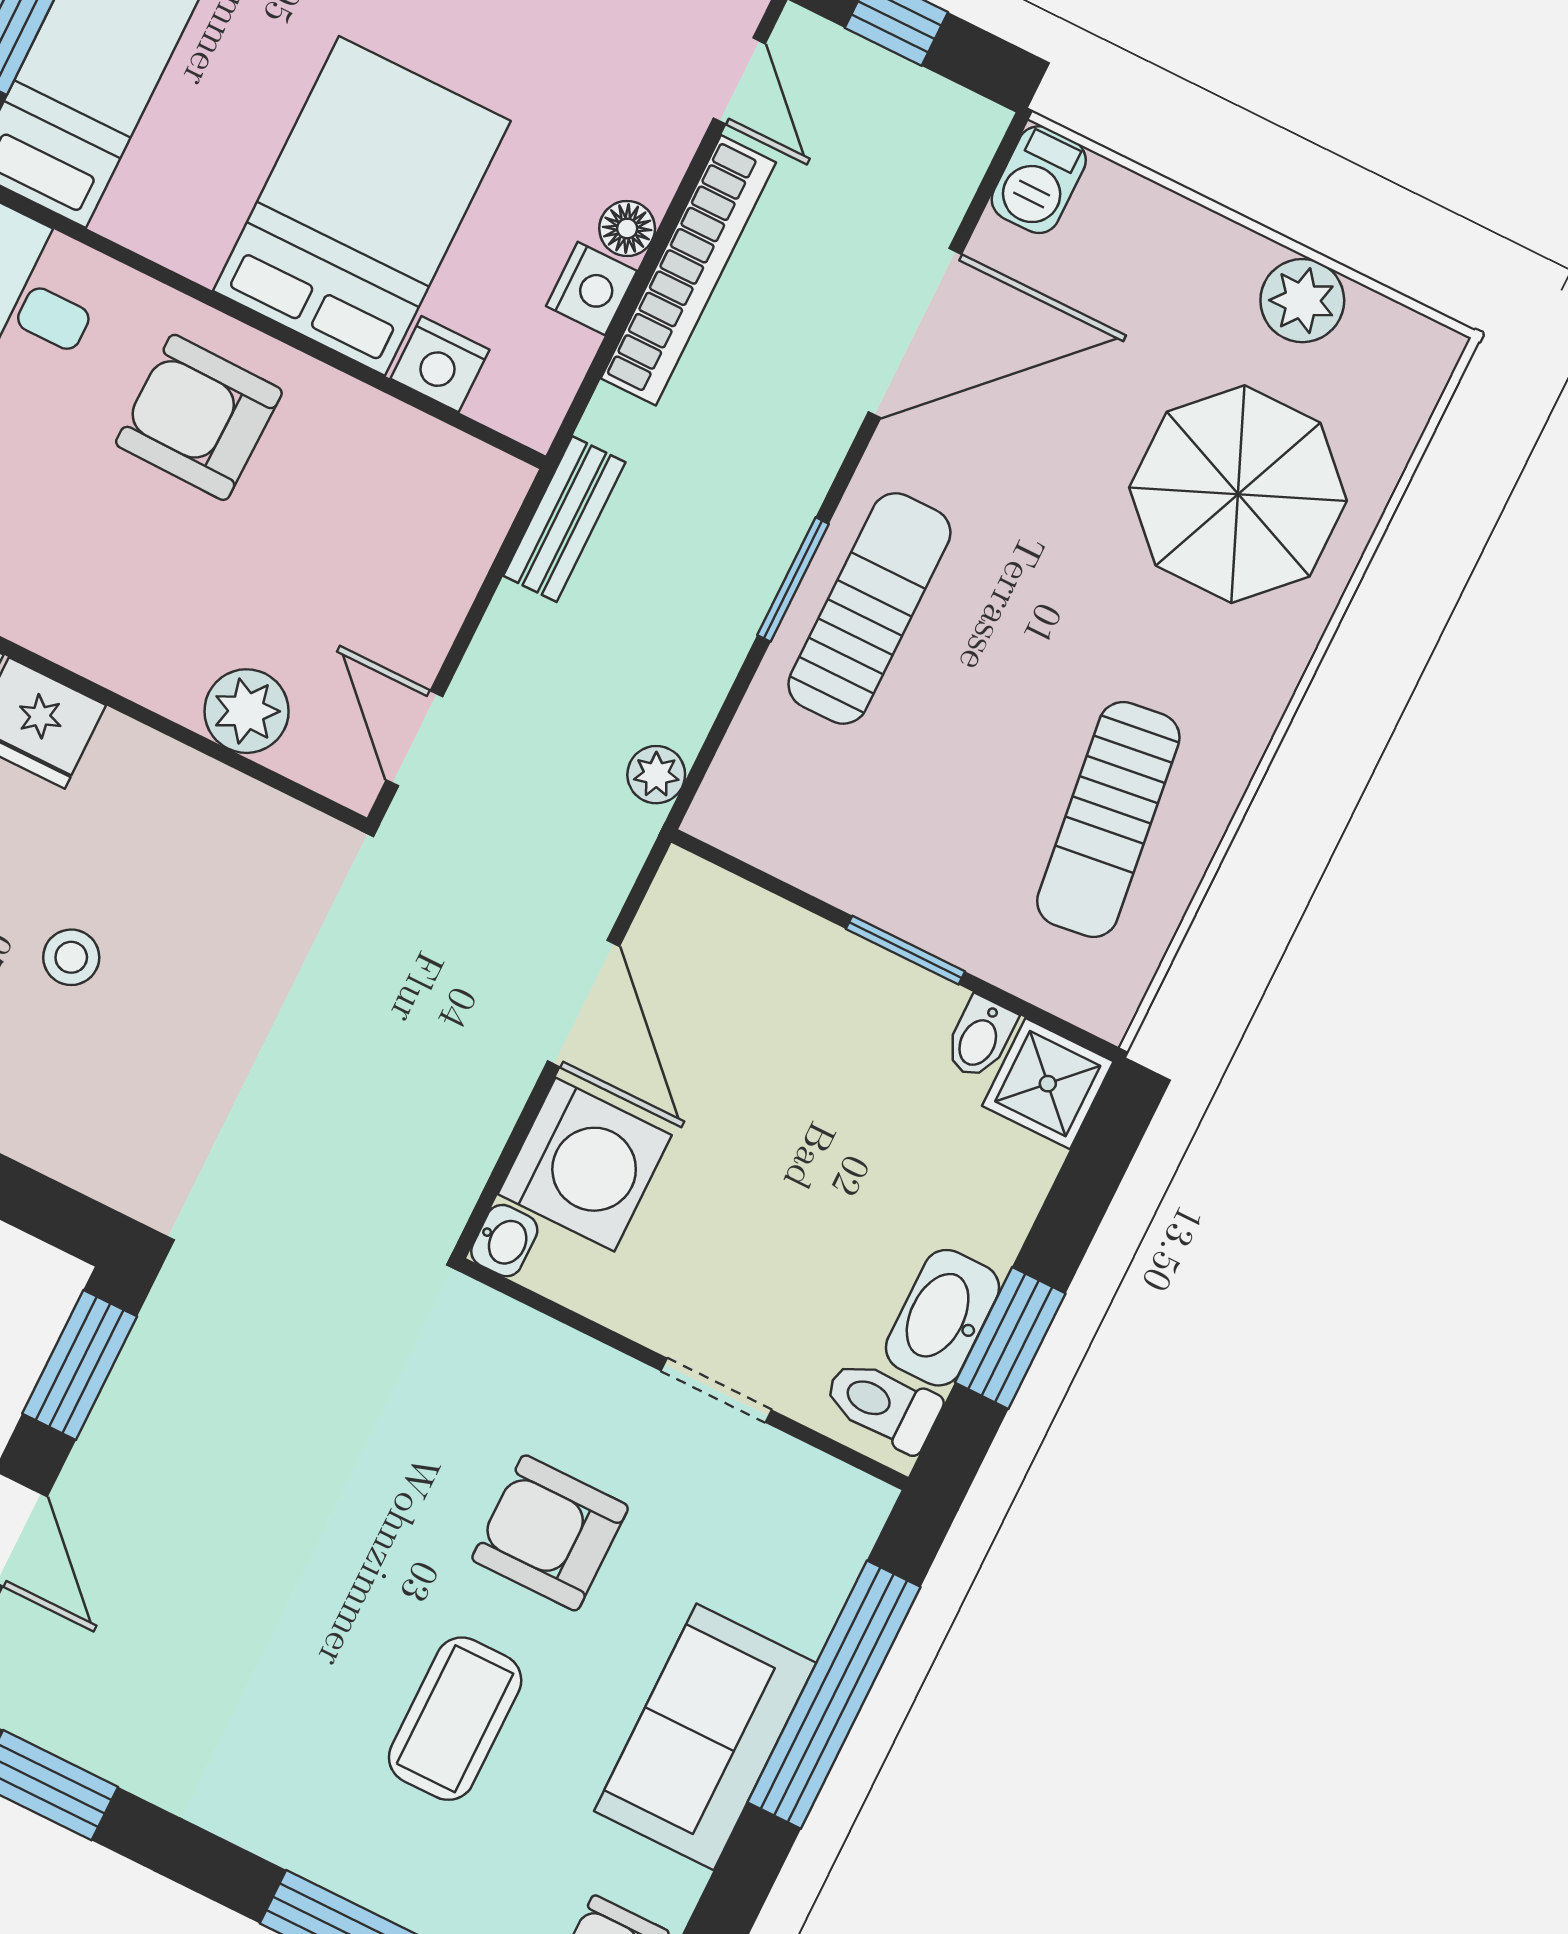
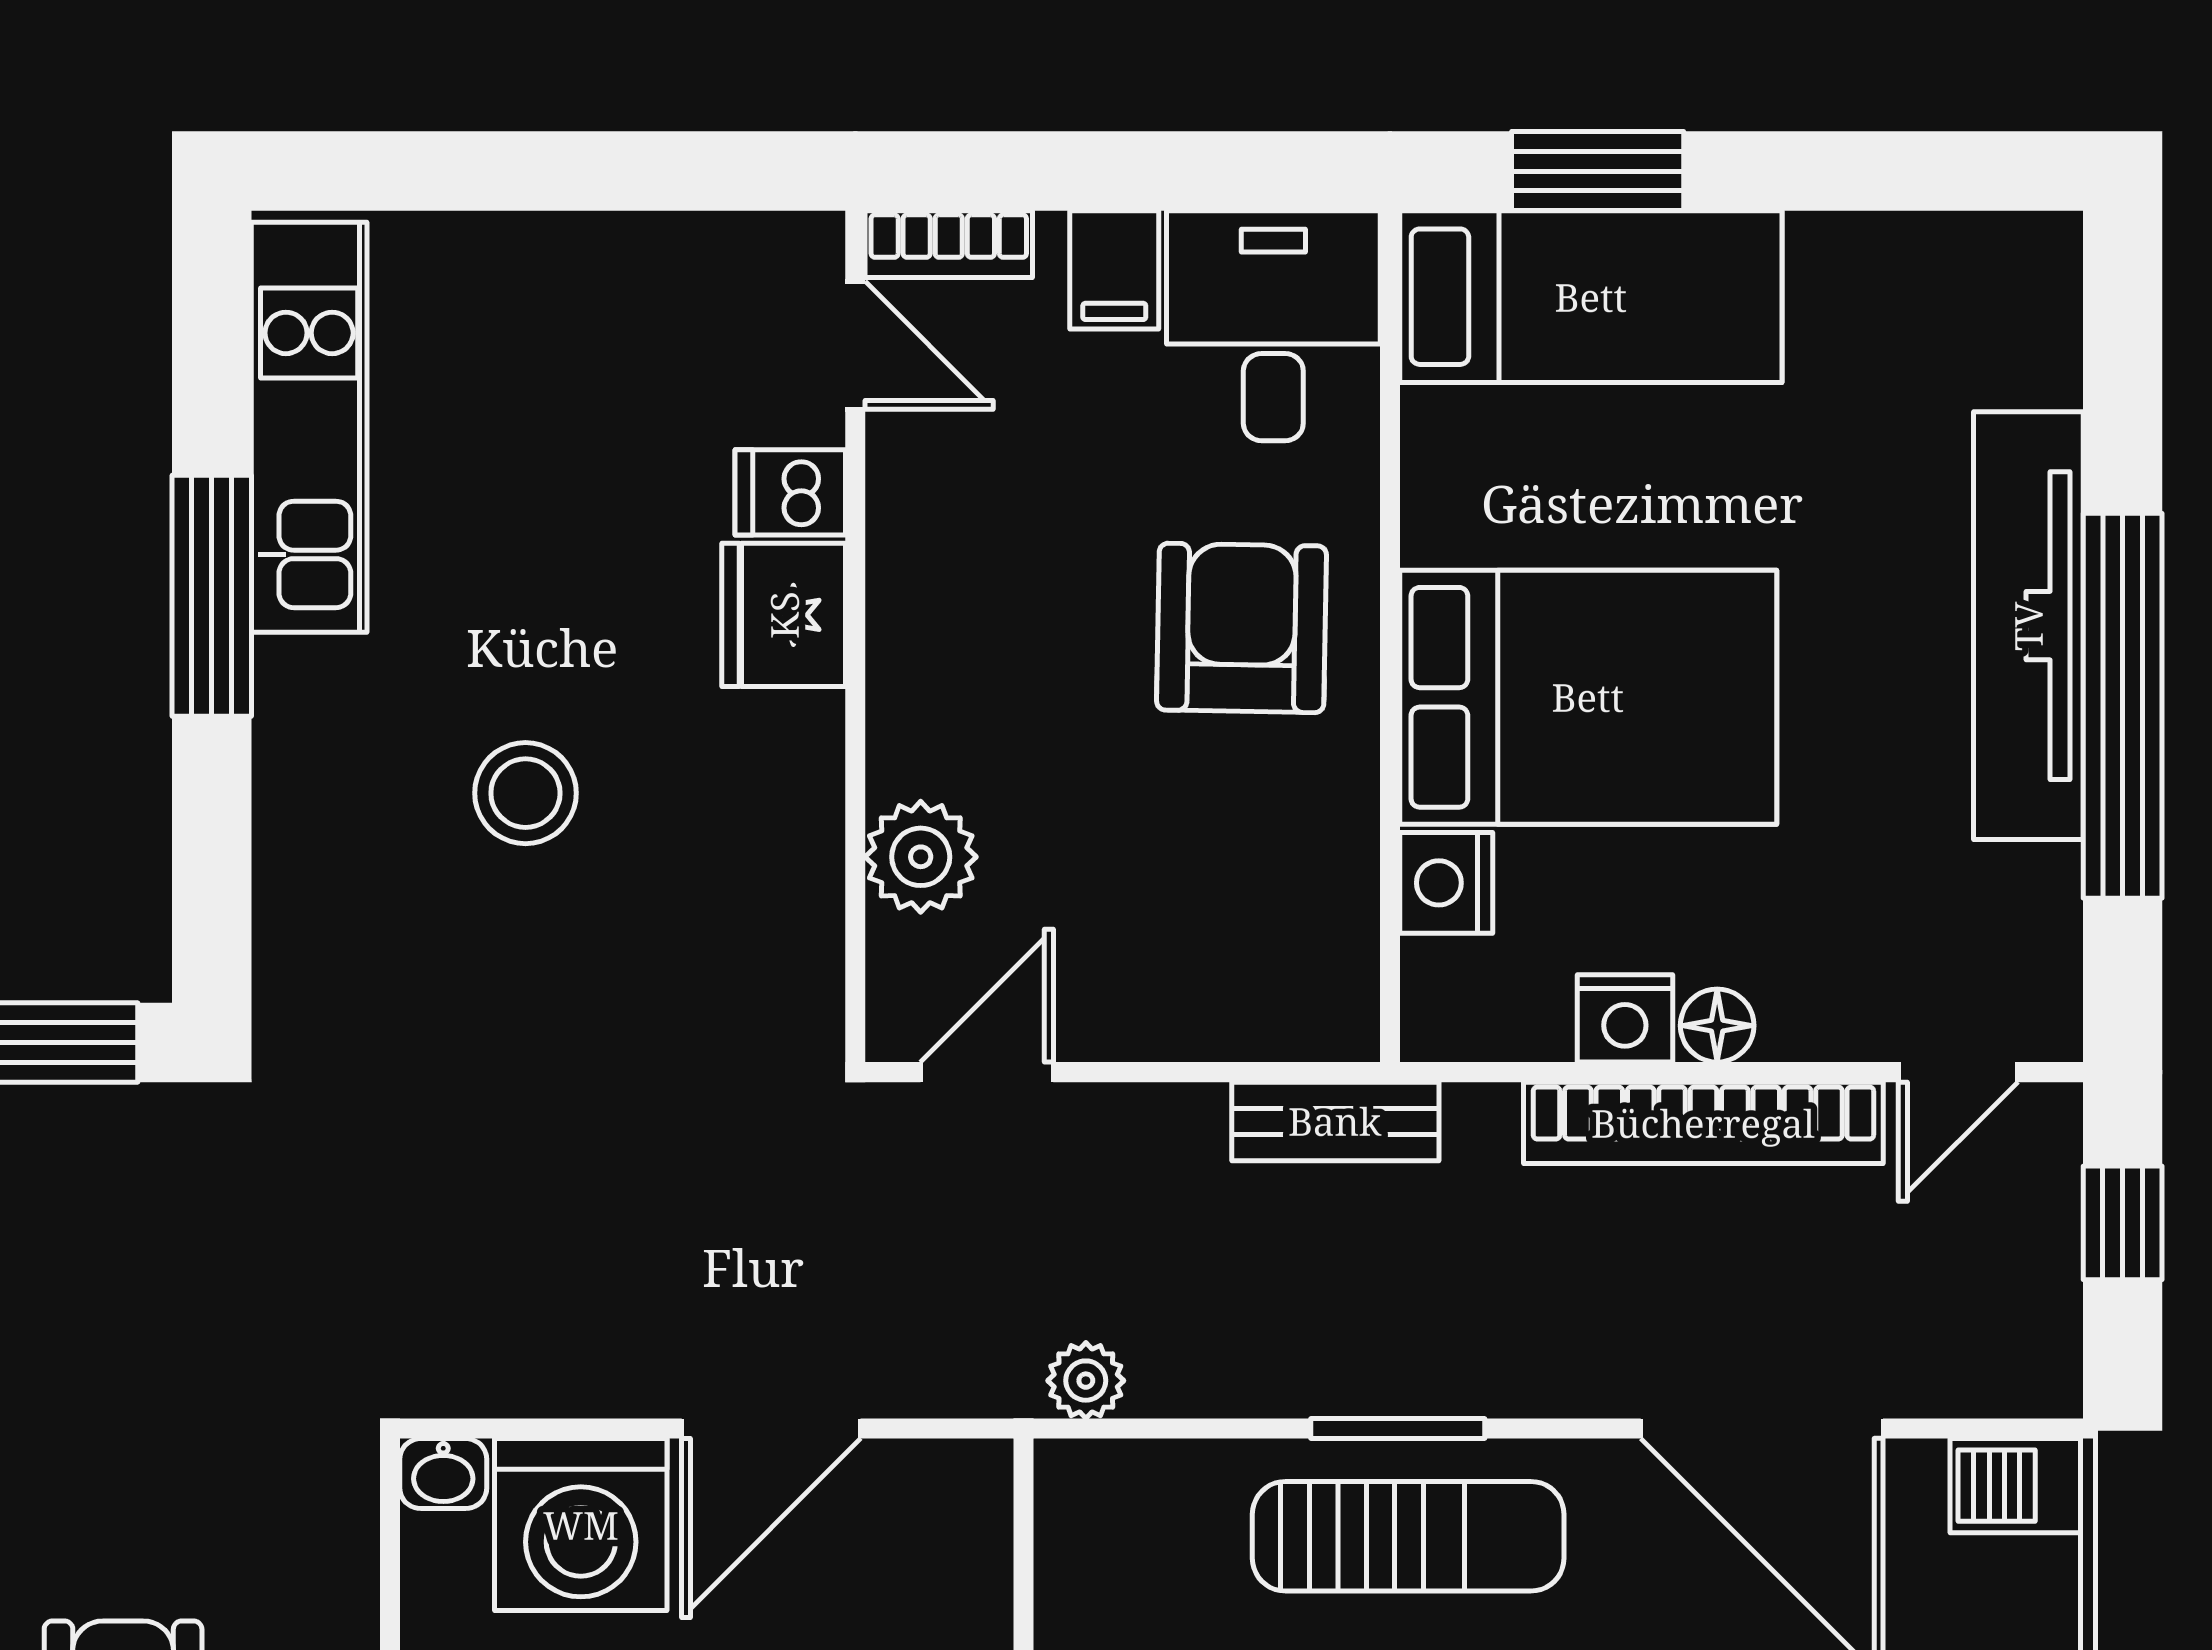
stool: (71, 957) -> (525, 793), width x1.37, depth x1.37

